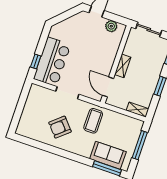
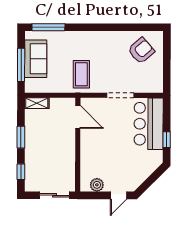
window: (36, 61) -> (167, 140), moved
shelving: (123, 66) -> (70, 146), removed
armchair: (60, 127) -> (141, 51), moved
sofa: (108, 155) -> (36, 59), moved, turned -90

